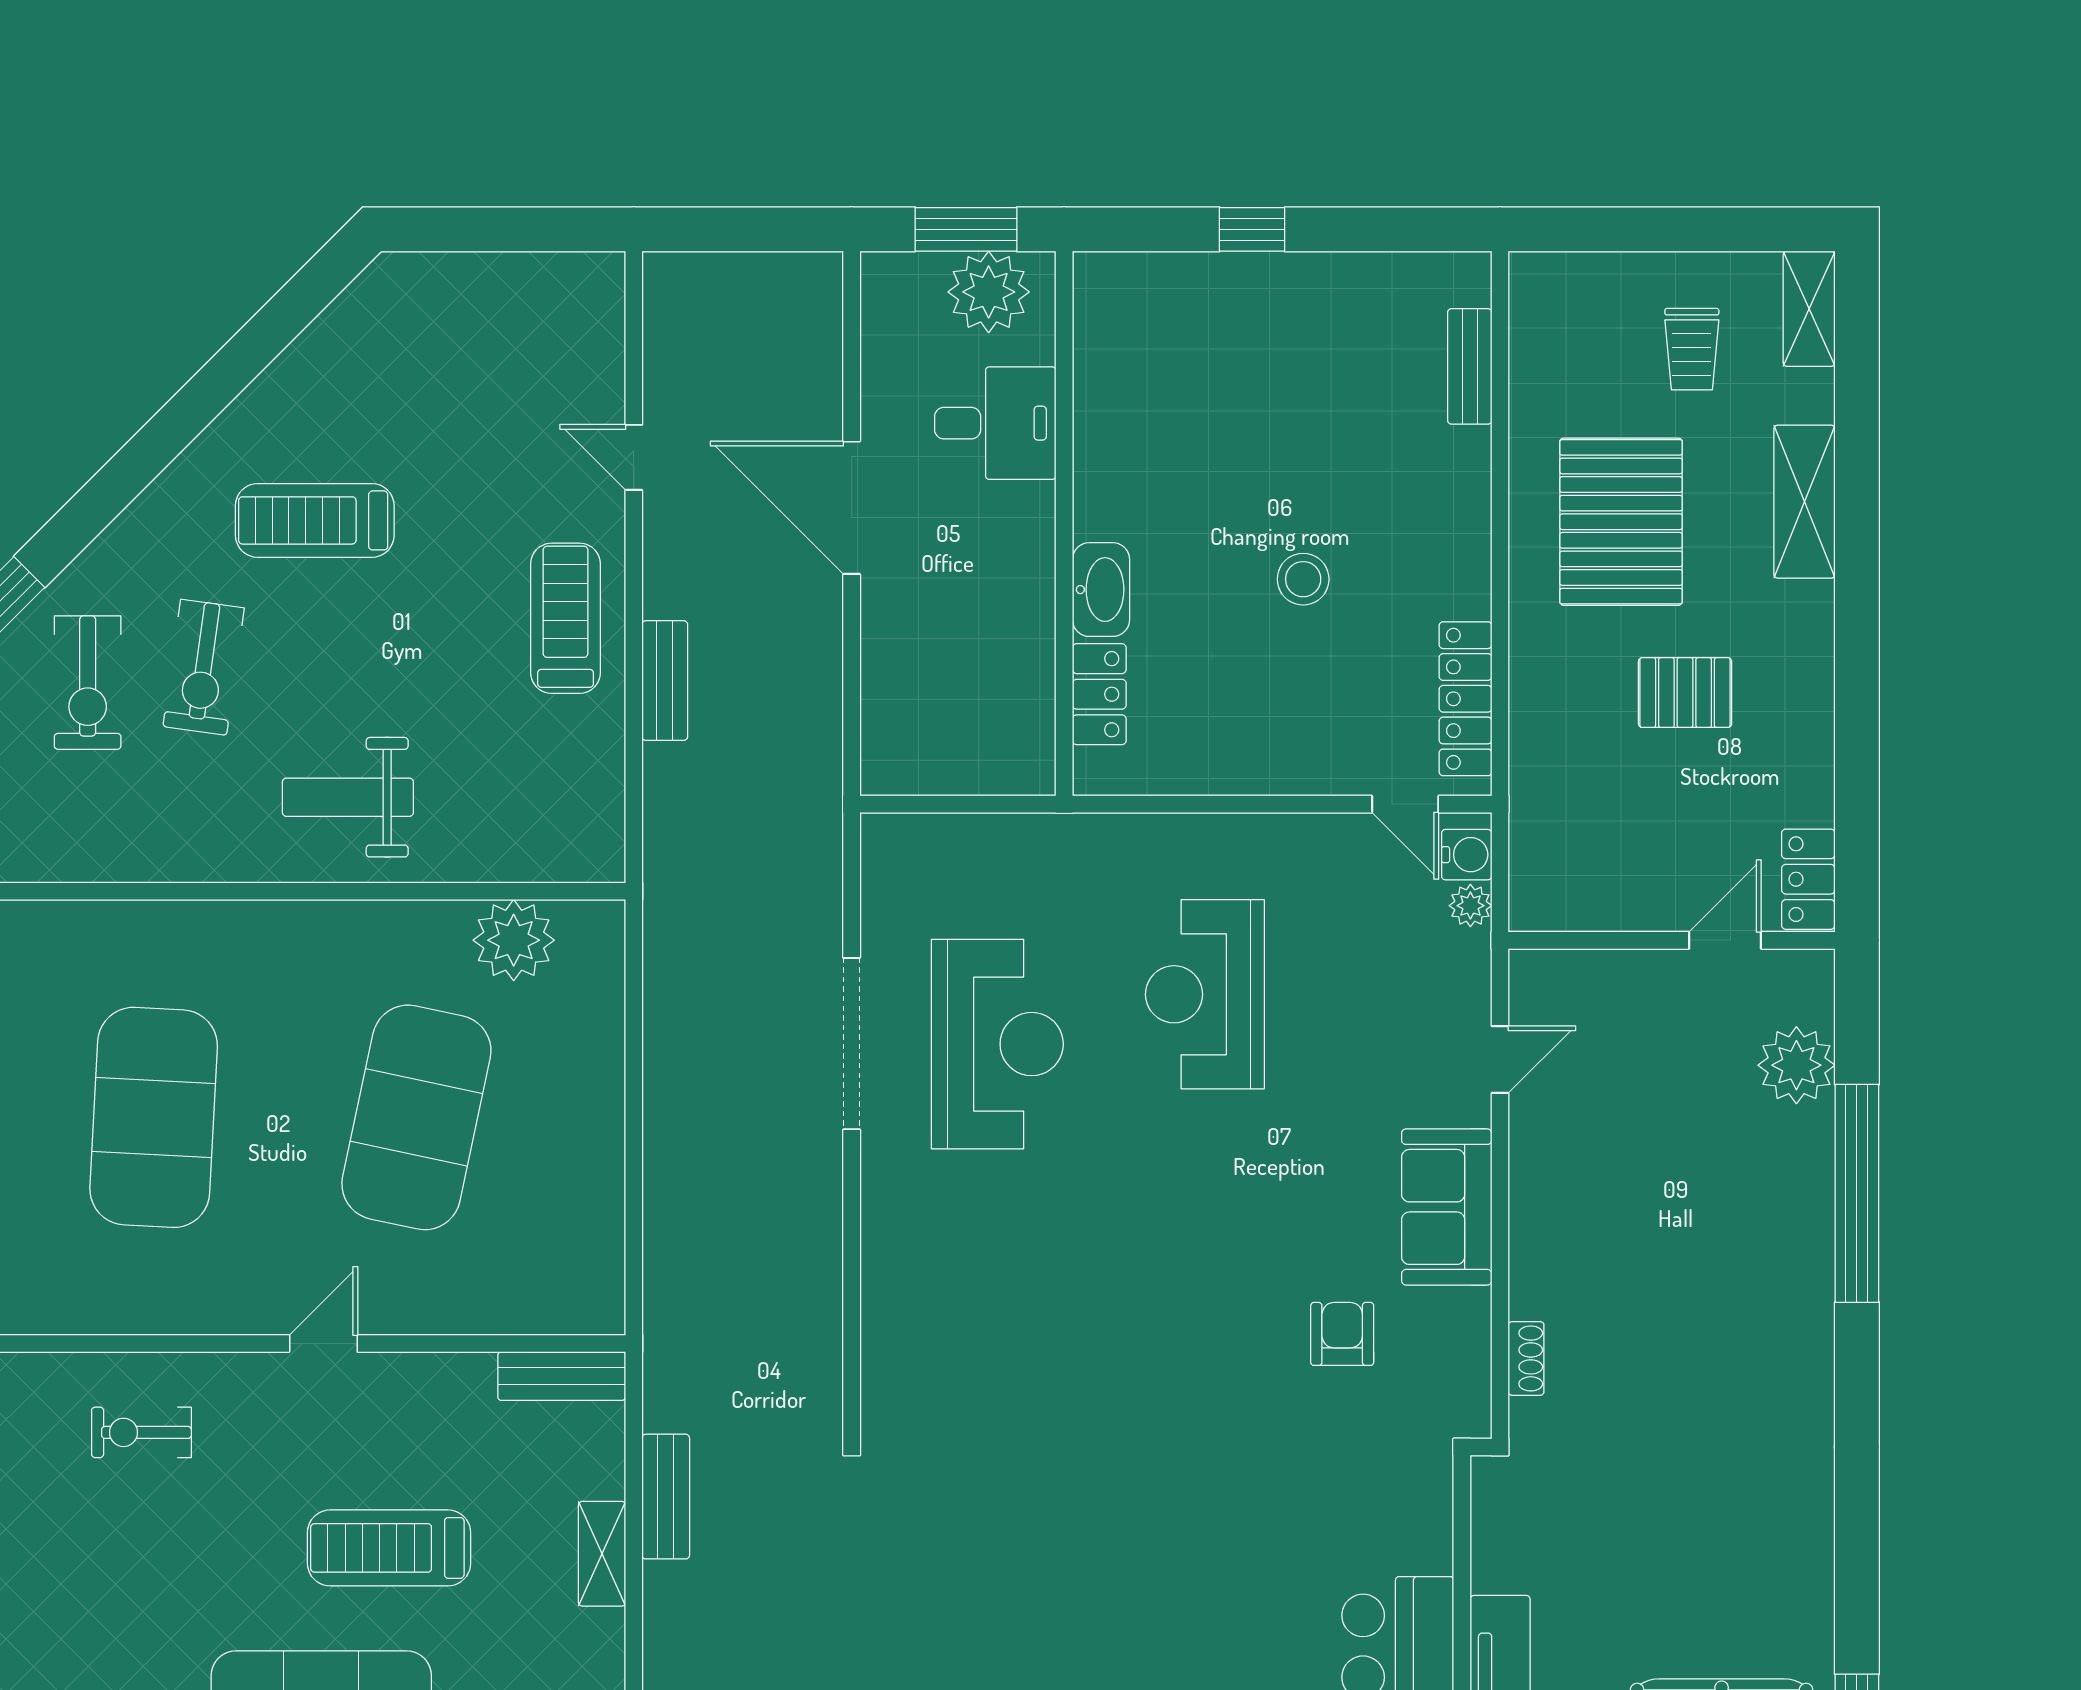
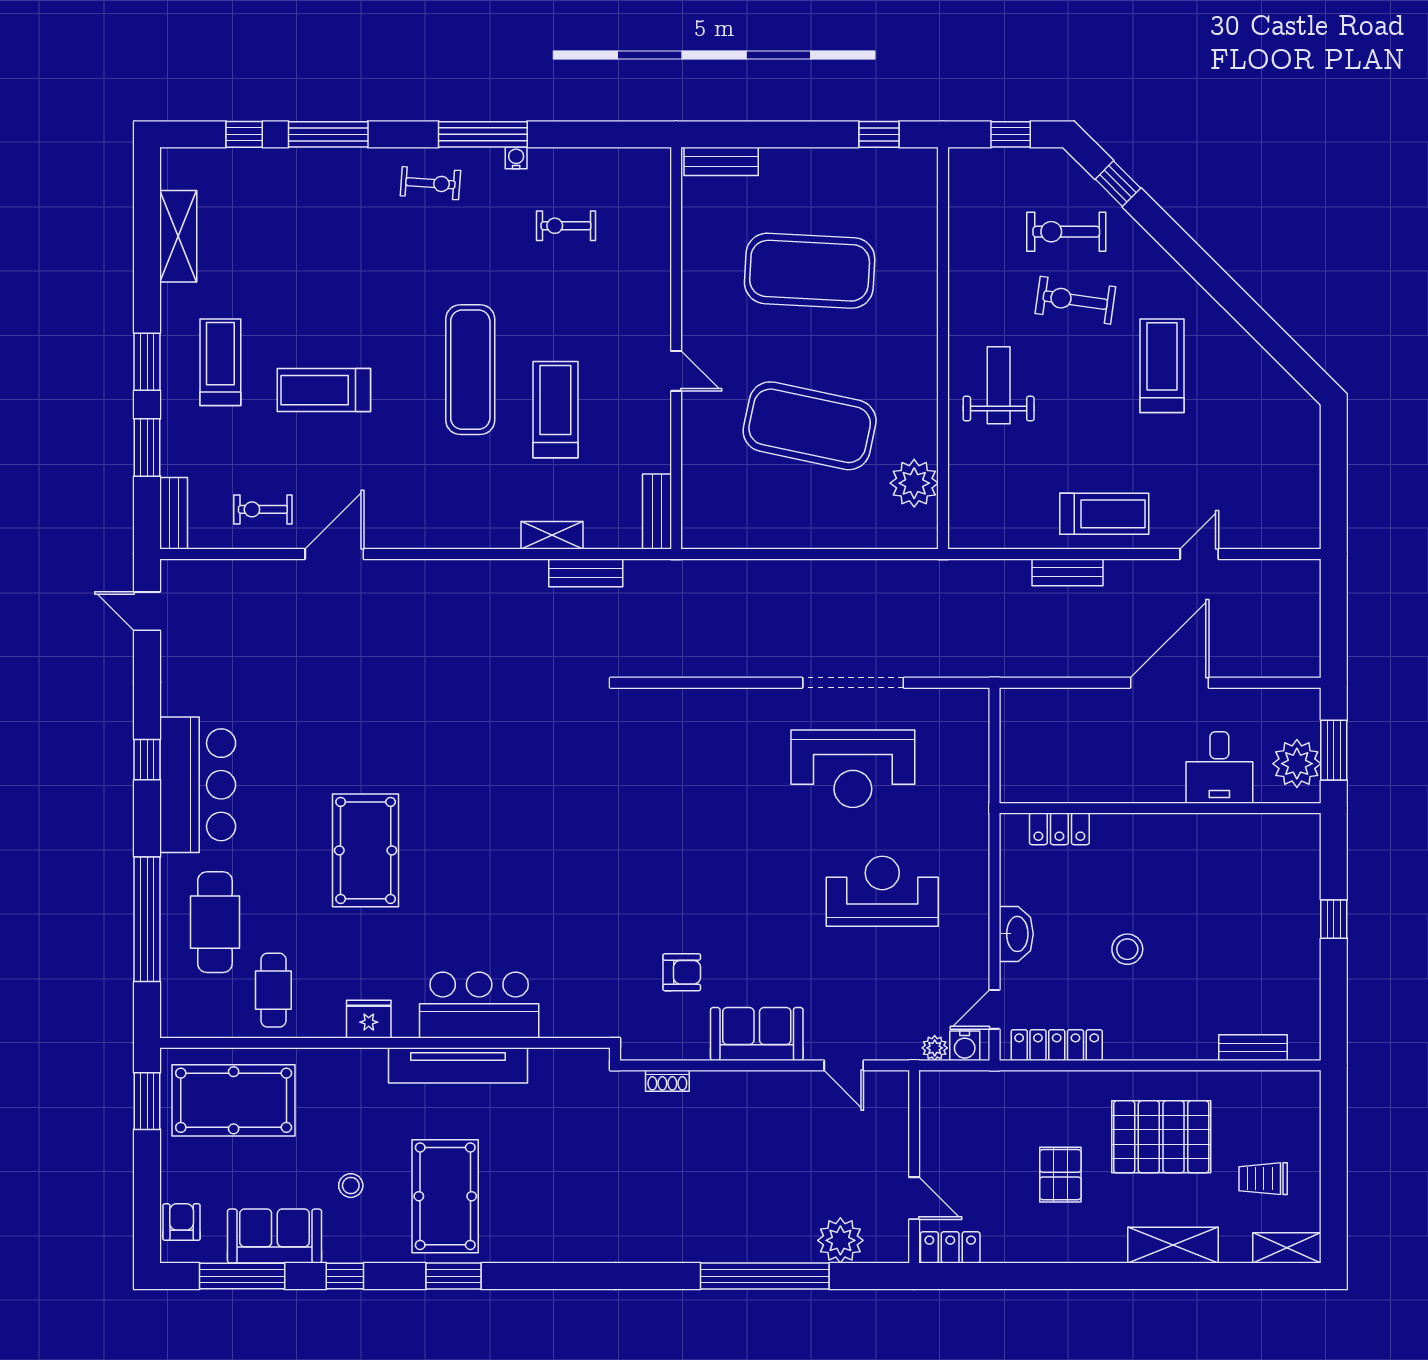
washbasin: (1101, 590) -> (1016, 934), moved, turned -90
exercise bike: (141, 1432) -> (566, 226), moved, turned -90

